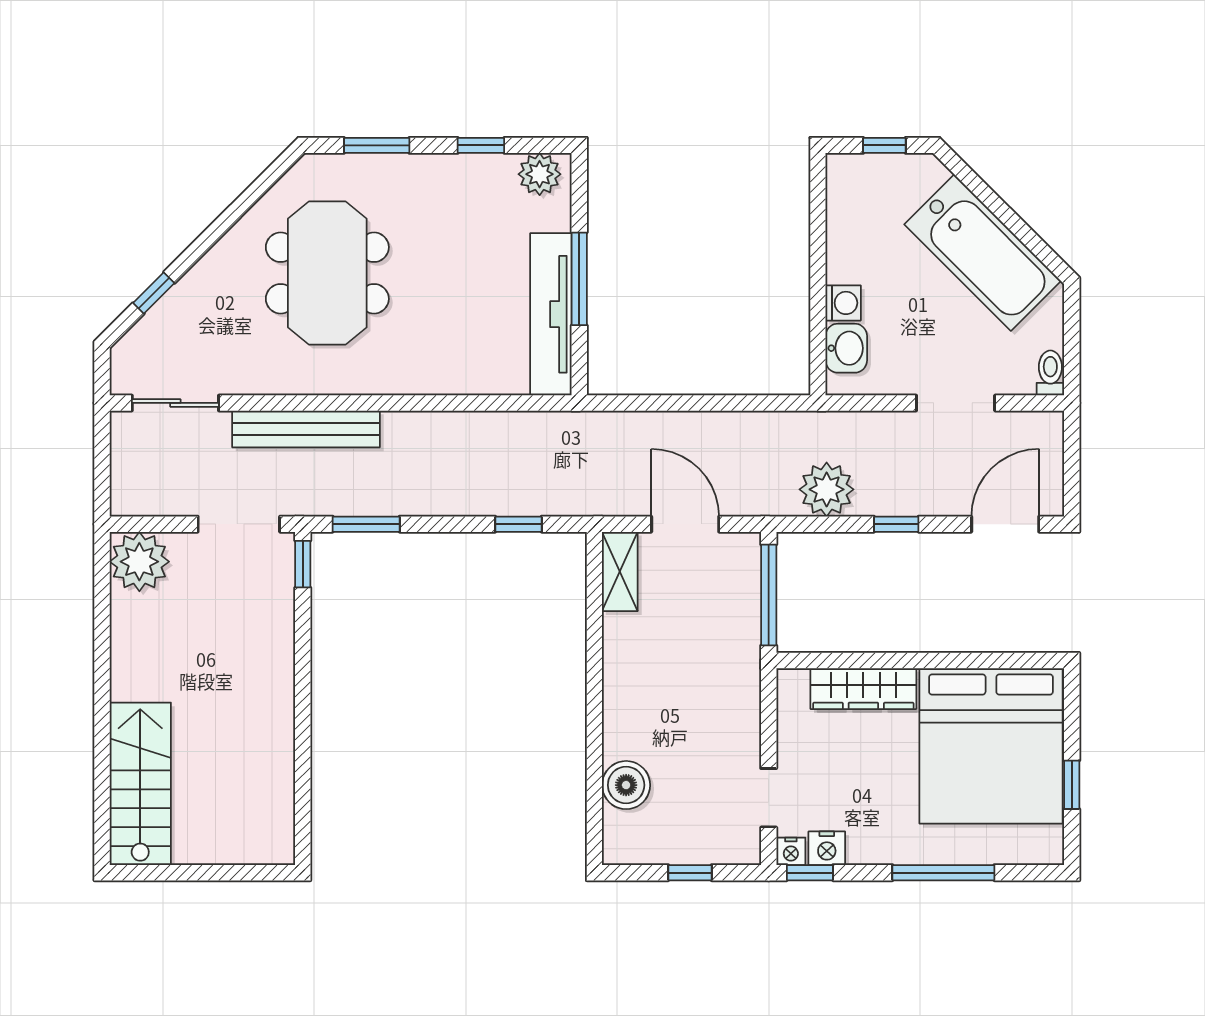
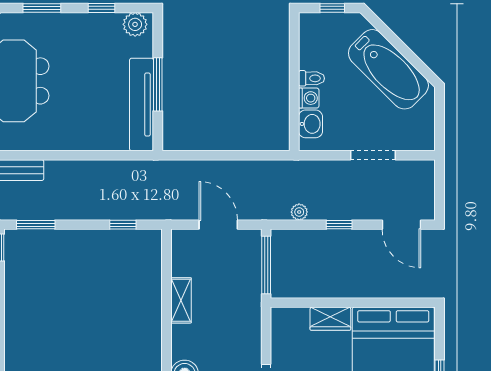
toilet: (1050, 373) -> (311, 78), moved, turned 90
plant: (827, 489) -> (299, 212), width x0.53, depth x0.53
door: (1005, 524) -> (401, 225), swing flipped
shelving: (620, 571) -> (181, 300), moved
wardrobe: (863, 689) -> (330, 319), width x0.67

